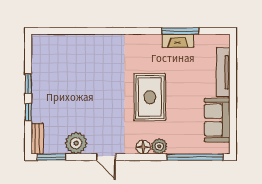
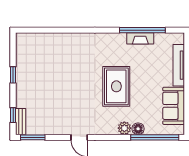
window: (180, 31) -> (142, 30), width x1.46
window: (28, 112) -> (13, 115), moved
plant: (76, 143) -> (54, 125), removed
floor lamp: (143, 147) -> (138, 129), moved

